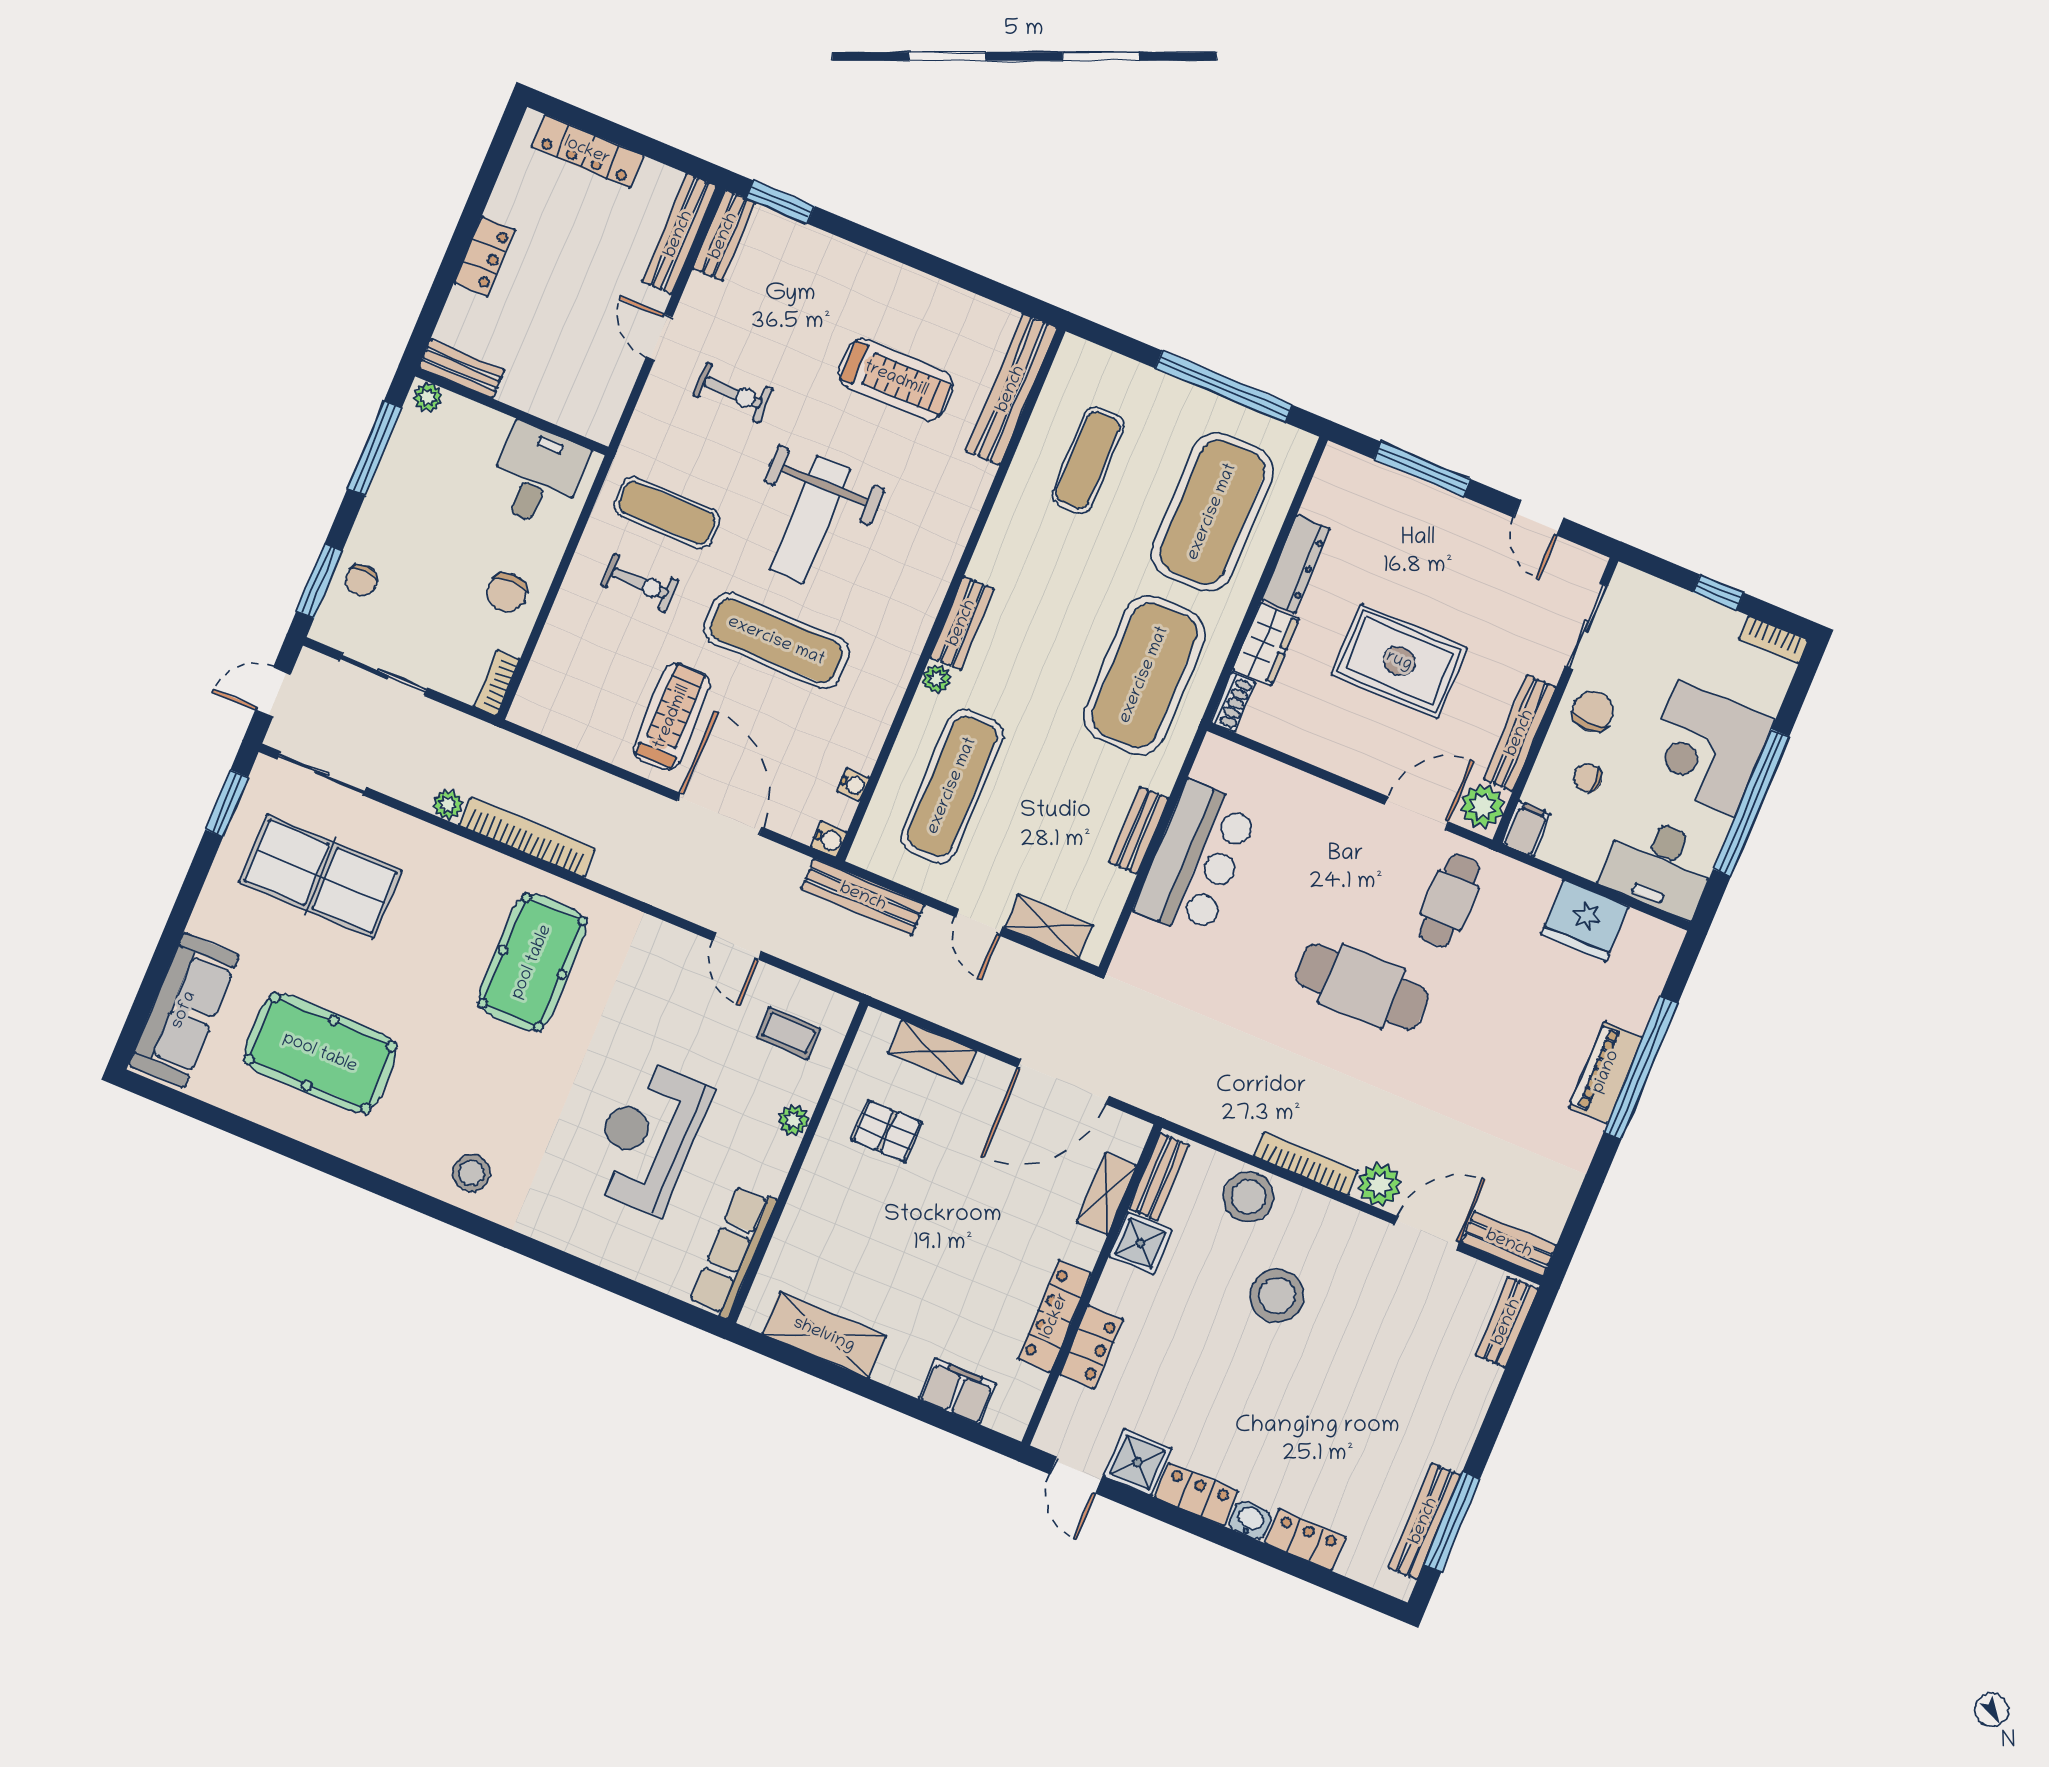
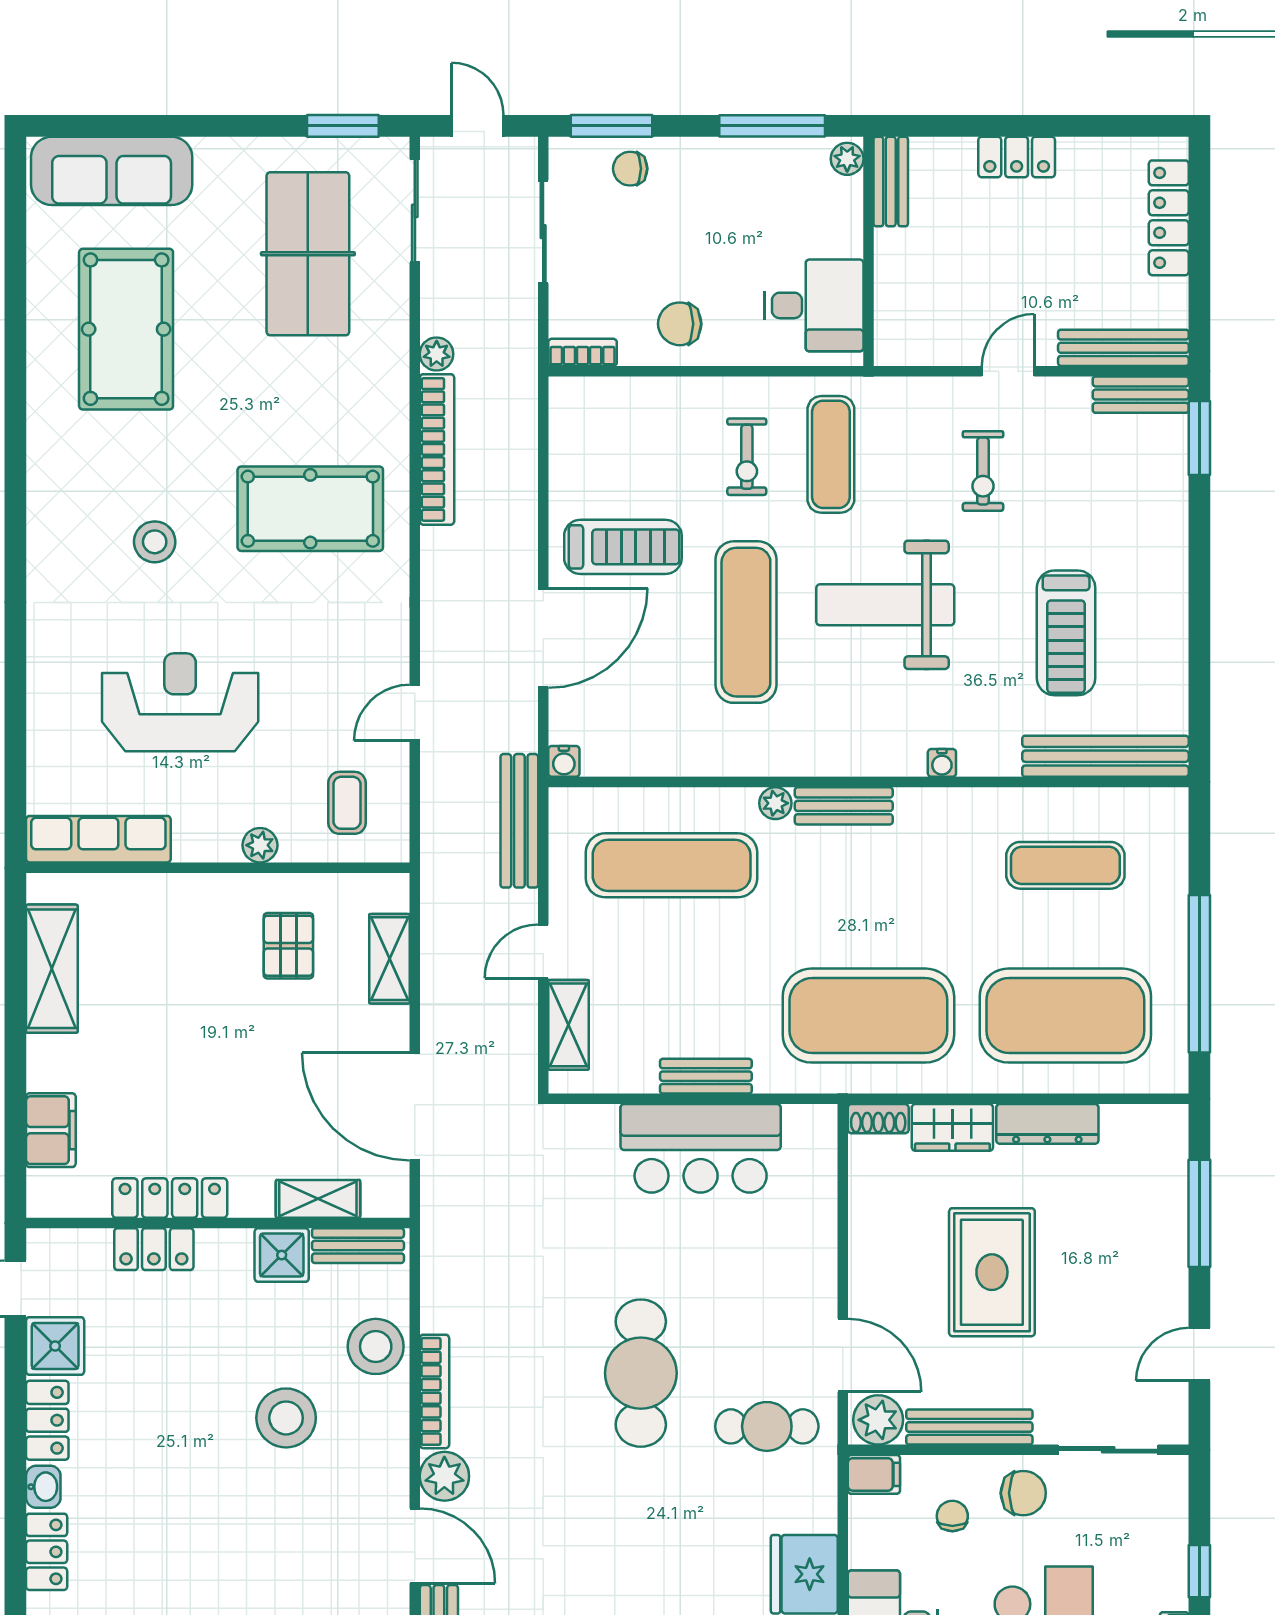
water cooler: (853, 784) -> (942, 763), moved
stool: (471, 1173) -> (155, 542), moved

